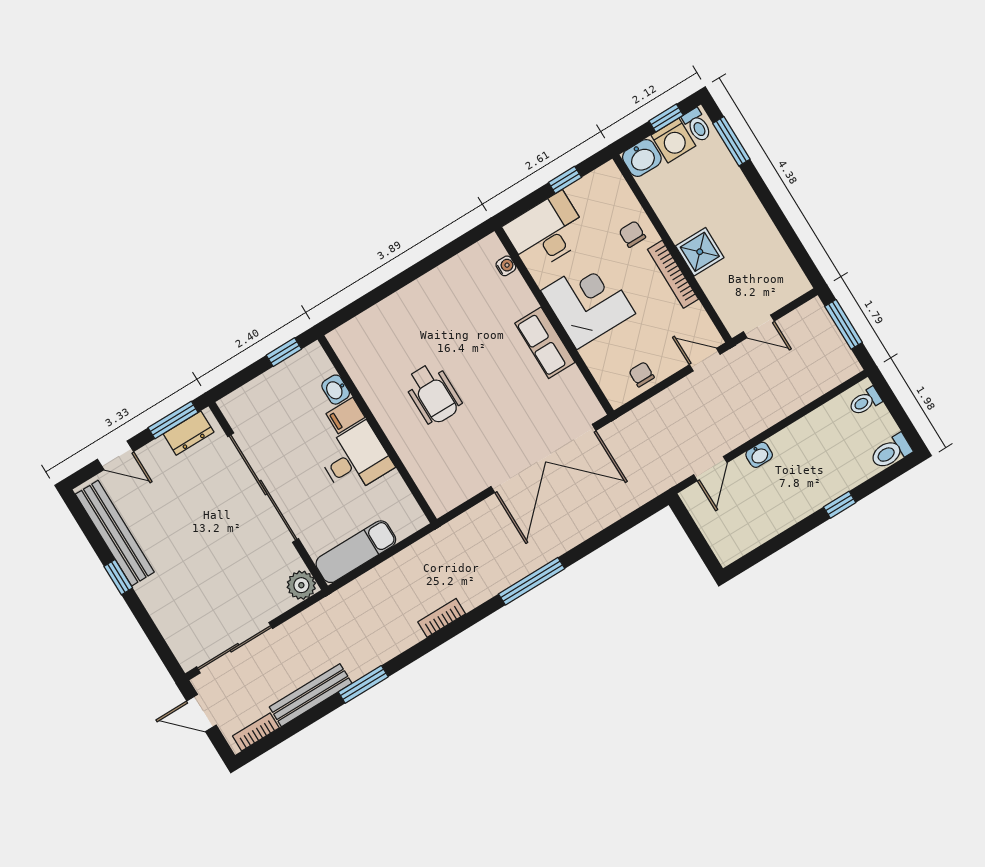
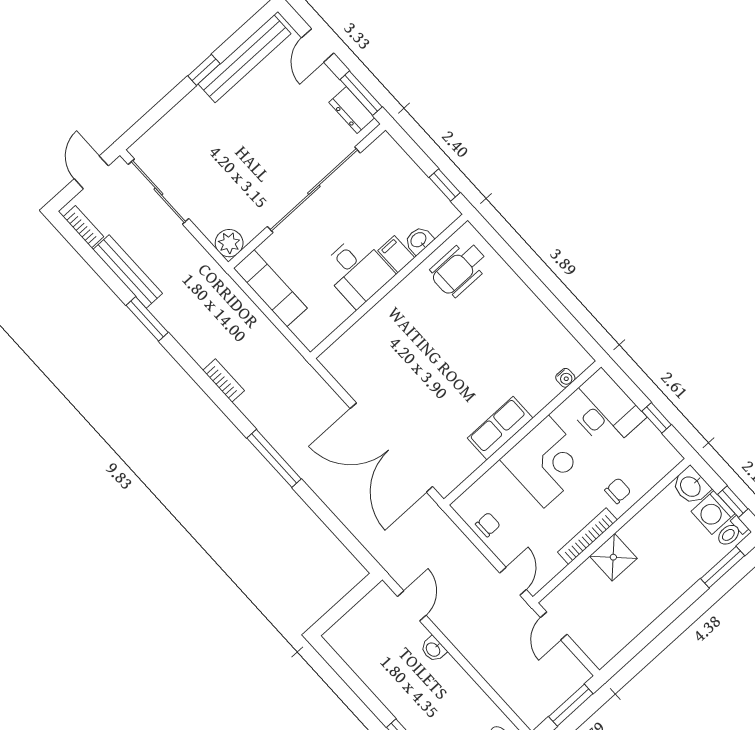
wheelchair: (433, 394) -> (459, 269), moved
door: (710, 469) -> (412, 606), swing flipped

